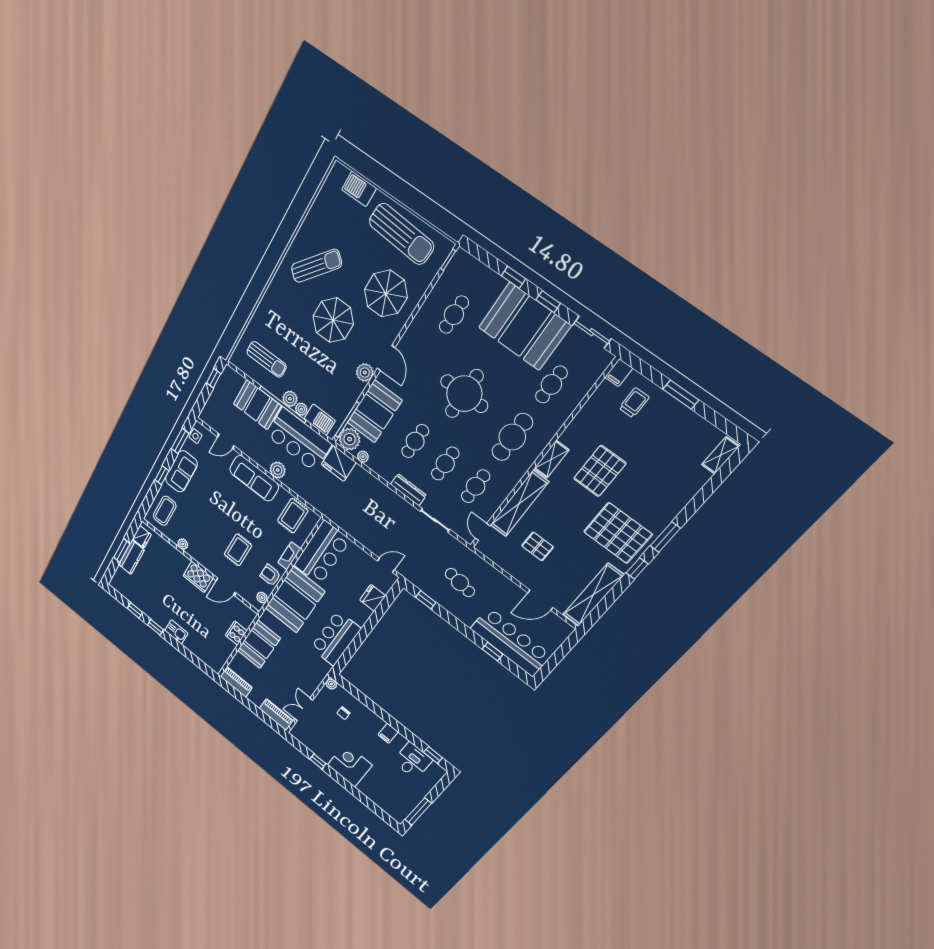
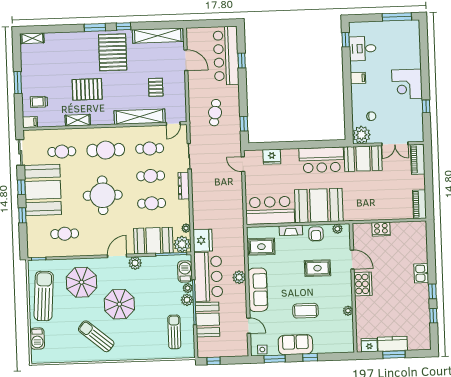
shelving: (551, 459) -> (78, 120), moved
coffee table: (165, 511) -> (305, 311), moved
booth: (259, 644) -> (363, 159), moved
plant: (331, 684) -> (361, 135), width x1.88, depth x1.88

